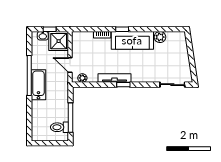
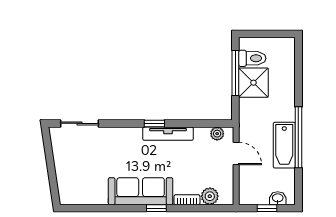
plant: (160, 37) -> (210, 196), moved
shower: (59, 41) -> (253, 83), moved
bathtub: (38, 85) -> (284, 145), moved

